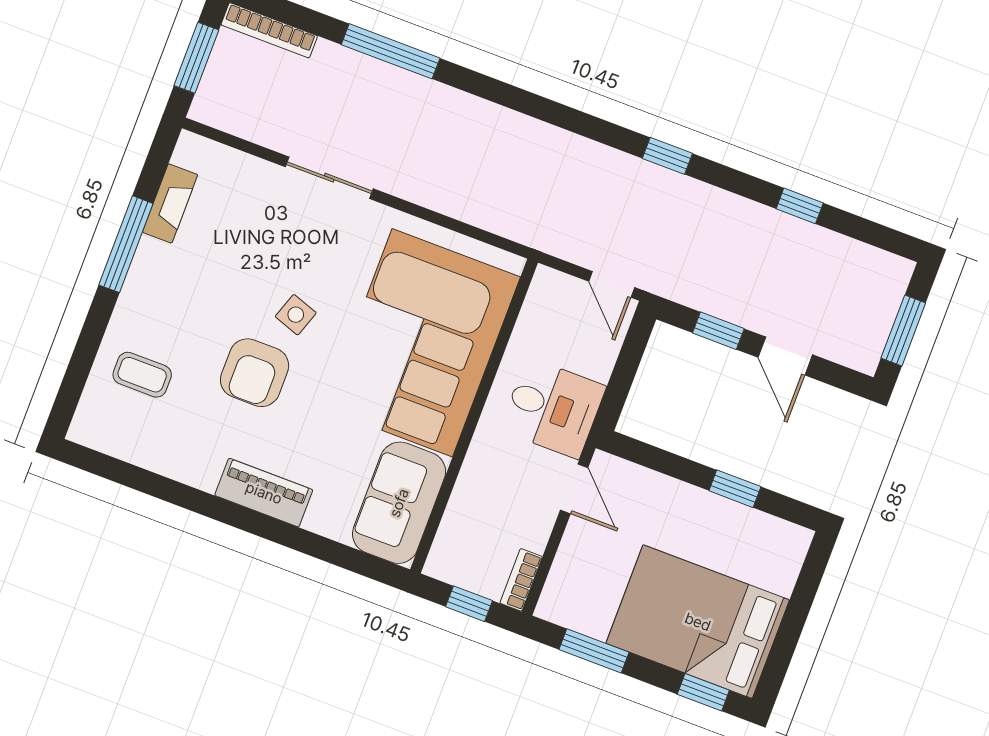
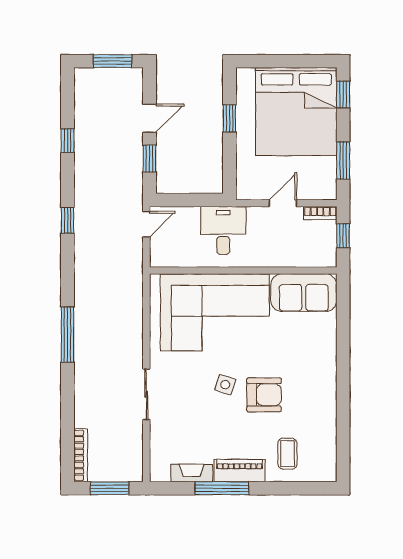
window: (391, 51) -> (67, 335), moved
door: (574, 489) -> (283, 203), moved
piano: (264, 493) -> (240, 471), moved, turned 90
bed: (698, 622) -> (296, 112), width x1.36

